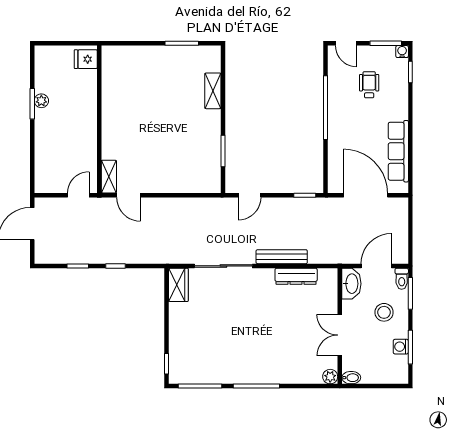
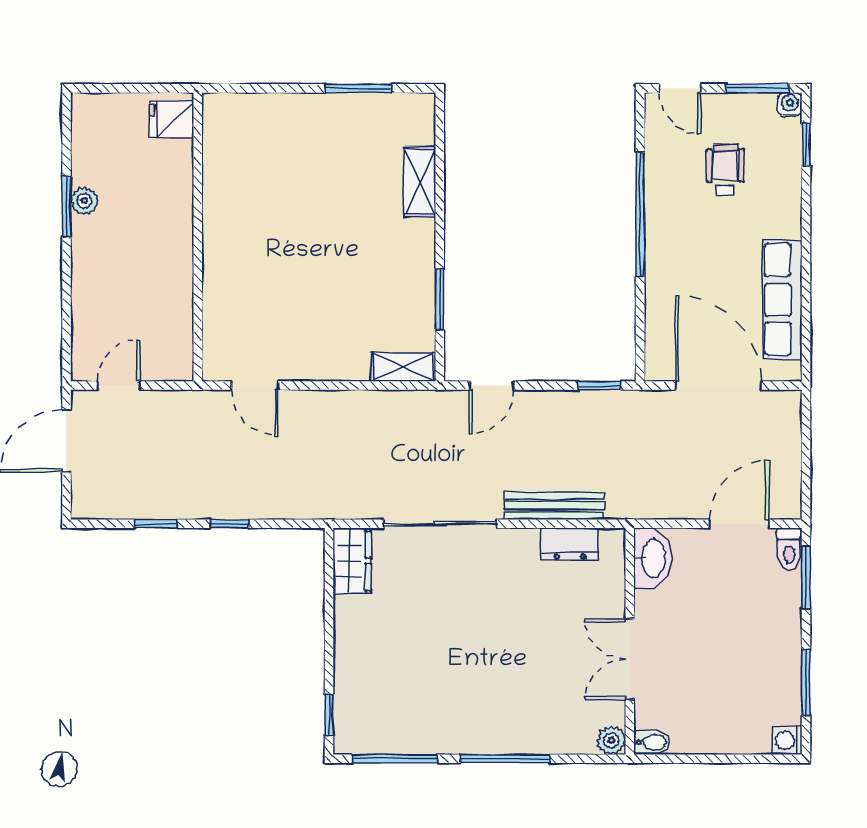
shelving: (109, 177) -> (403, 367), moved, turned 90
door: (78, 195) -> (119, 386), moved
dresser: (296, 276) -> (570, 544), width x0.70
washbasin: (351, 284) -> (652, 558), moved
stool: (384, 312) -> (754, 615), removed
wall: (340, 326) -> (630, 641), moved
double door: (340, 335) -> (630, 659), moved
washing machine: (401, 347) -> (787, 740), moved
plant: (330, 377) -> (611, 740), moved
bidet: (351, 378) -> (652, 742), moved

